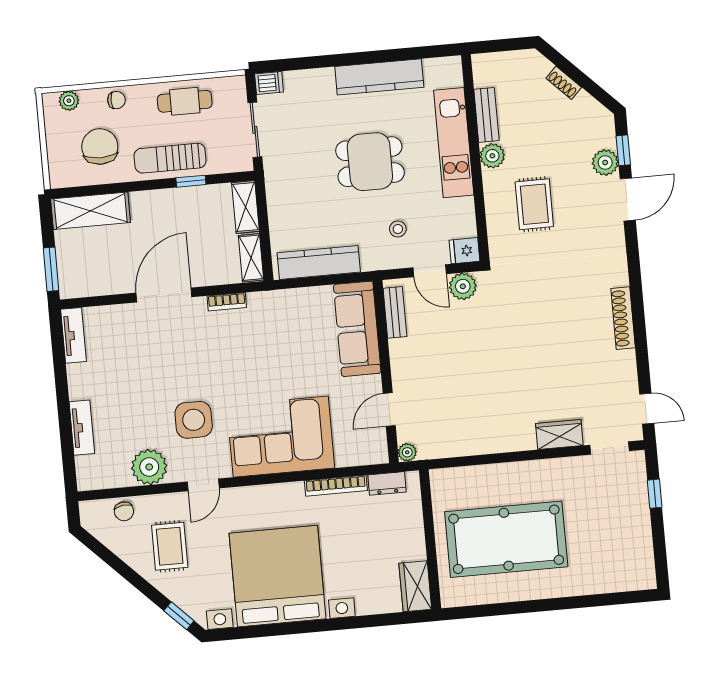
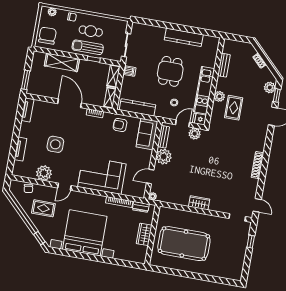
dishwasher: (269, 83) -> (129, 71), moved
cafe table: (185, 101) -> (91, 31), moved
kitchen unit: (454, 143) -> (204, 90), moved
chair: (100, 147) -> (47, 36), moved
plant: (492, 156) -> (219, 96), moved
dining table: (370, 162) -> (170, 71), turned 90
plant: (605, 162) -> (270, 88), moved
shelving: (91, 211) -> (62, 62), moved
door: (430, 271) -> (183, 123), swing flipped
door: (164, 295) -> (70, 103), hinge flipped
armchair: (290, 313) -> (120, 125), added
sofa: (357, 329) -> (147, 134), width x0.73
plant: (407, 357) -> (164, 157), added
side table: (194, 420) -> (55, 144), moved
wardrobe: (559, 434) -> (199, 203), moved
rug: (170, 546) -> (43, 208), turned 90
wardrobe: (415, 586) -> (144, 234), moved

